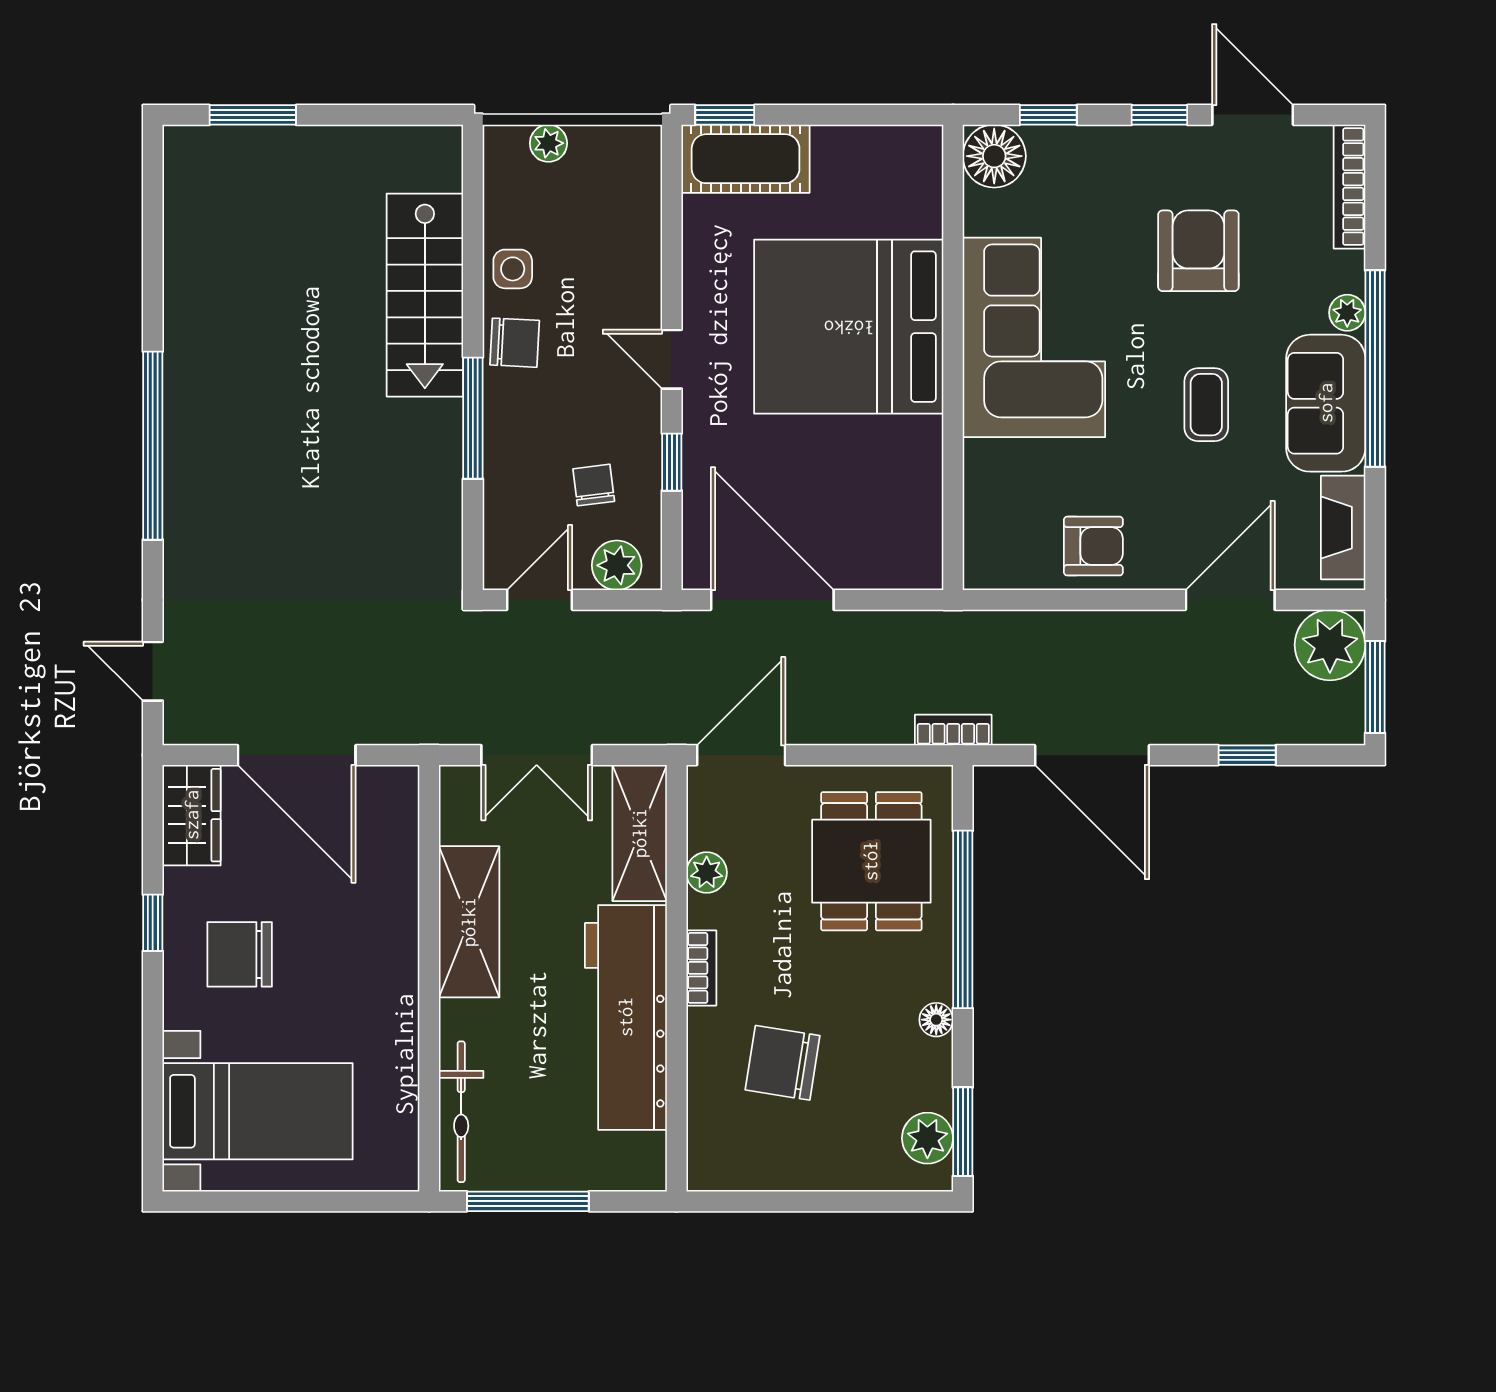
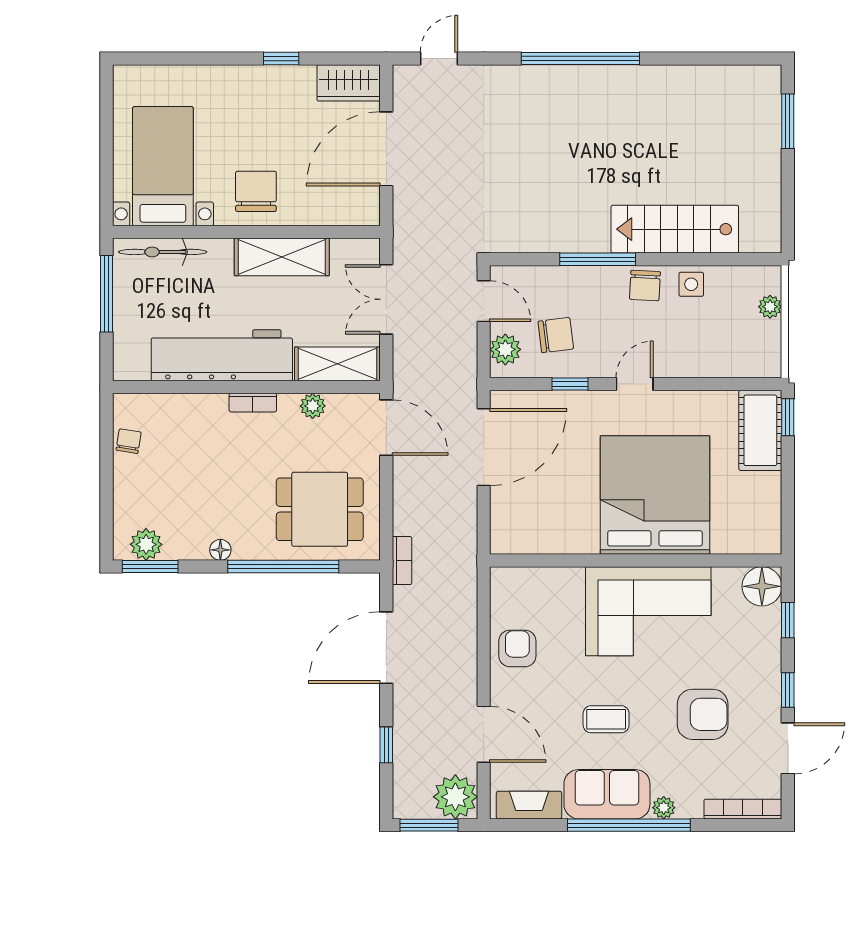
chair: (594, 485) -> (556, 335), width x1.37, depth x1.37
armchair: (1093, 546) -> (517, 648), turned 180
chair: (240, 954) -> (256, 191), moved
chair: (783, 1063) -> (129, 441), moved, width x0.54, depth x0.54
bed with nightstands: (258, 1111) -> (163, 166), moved, turned 180

